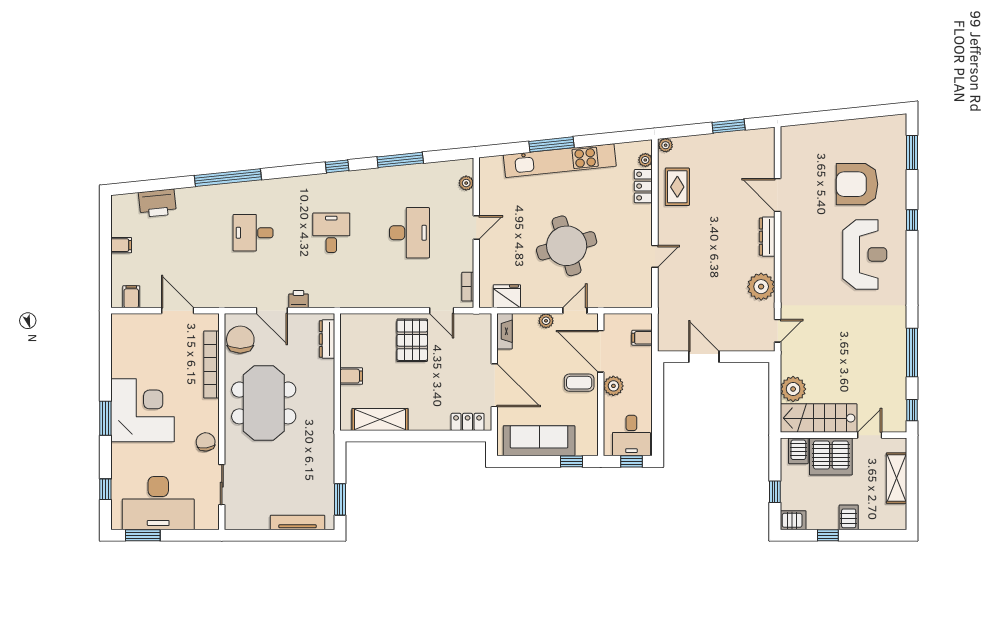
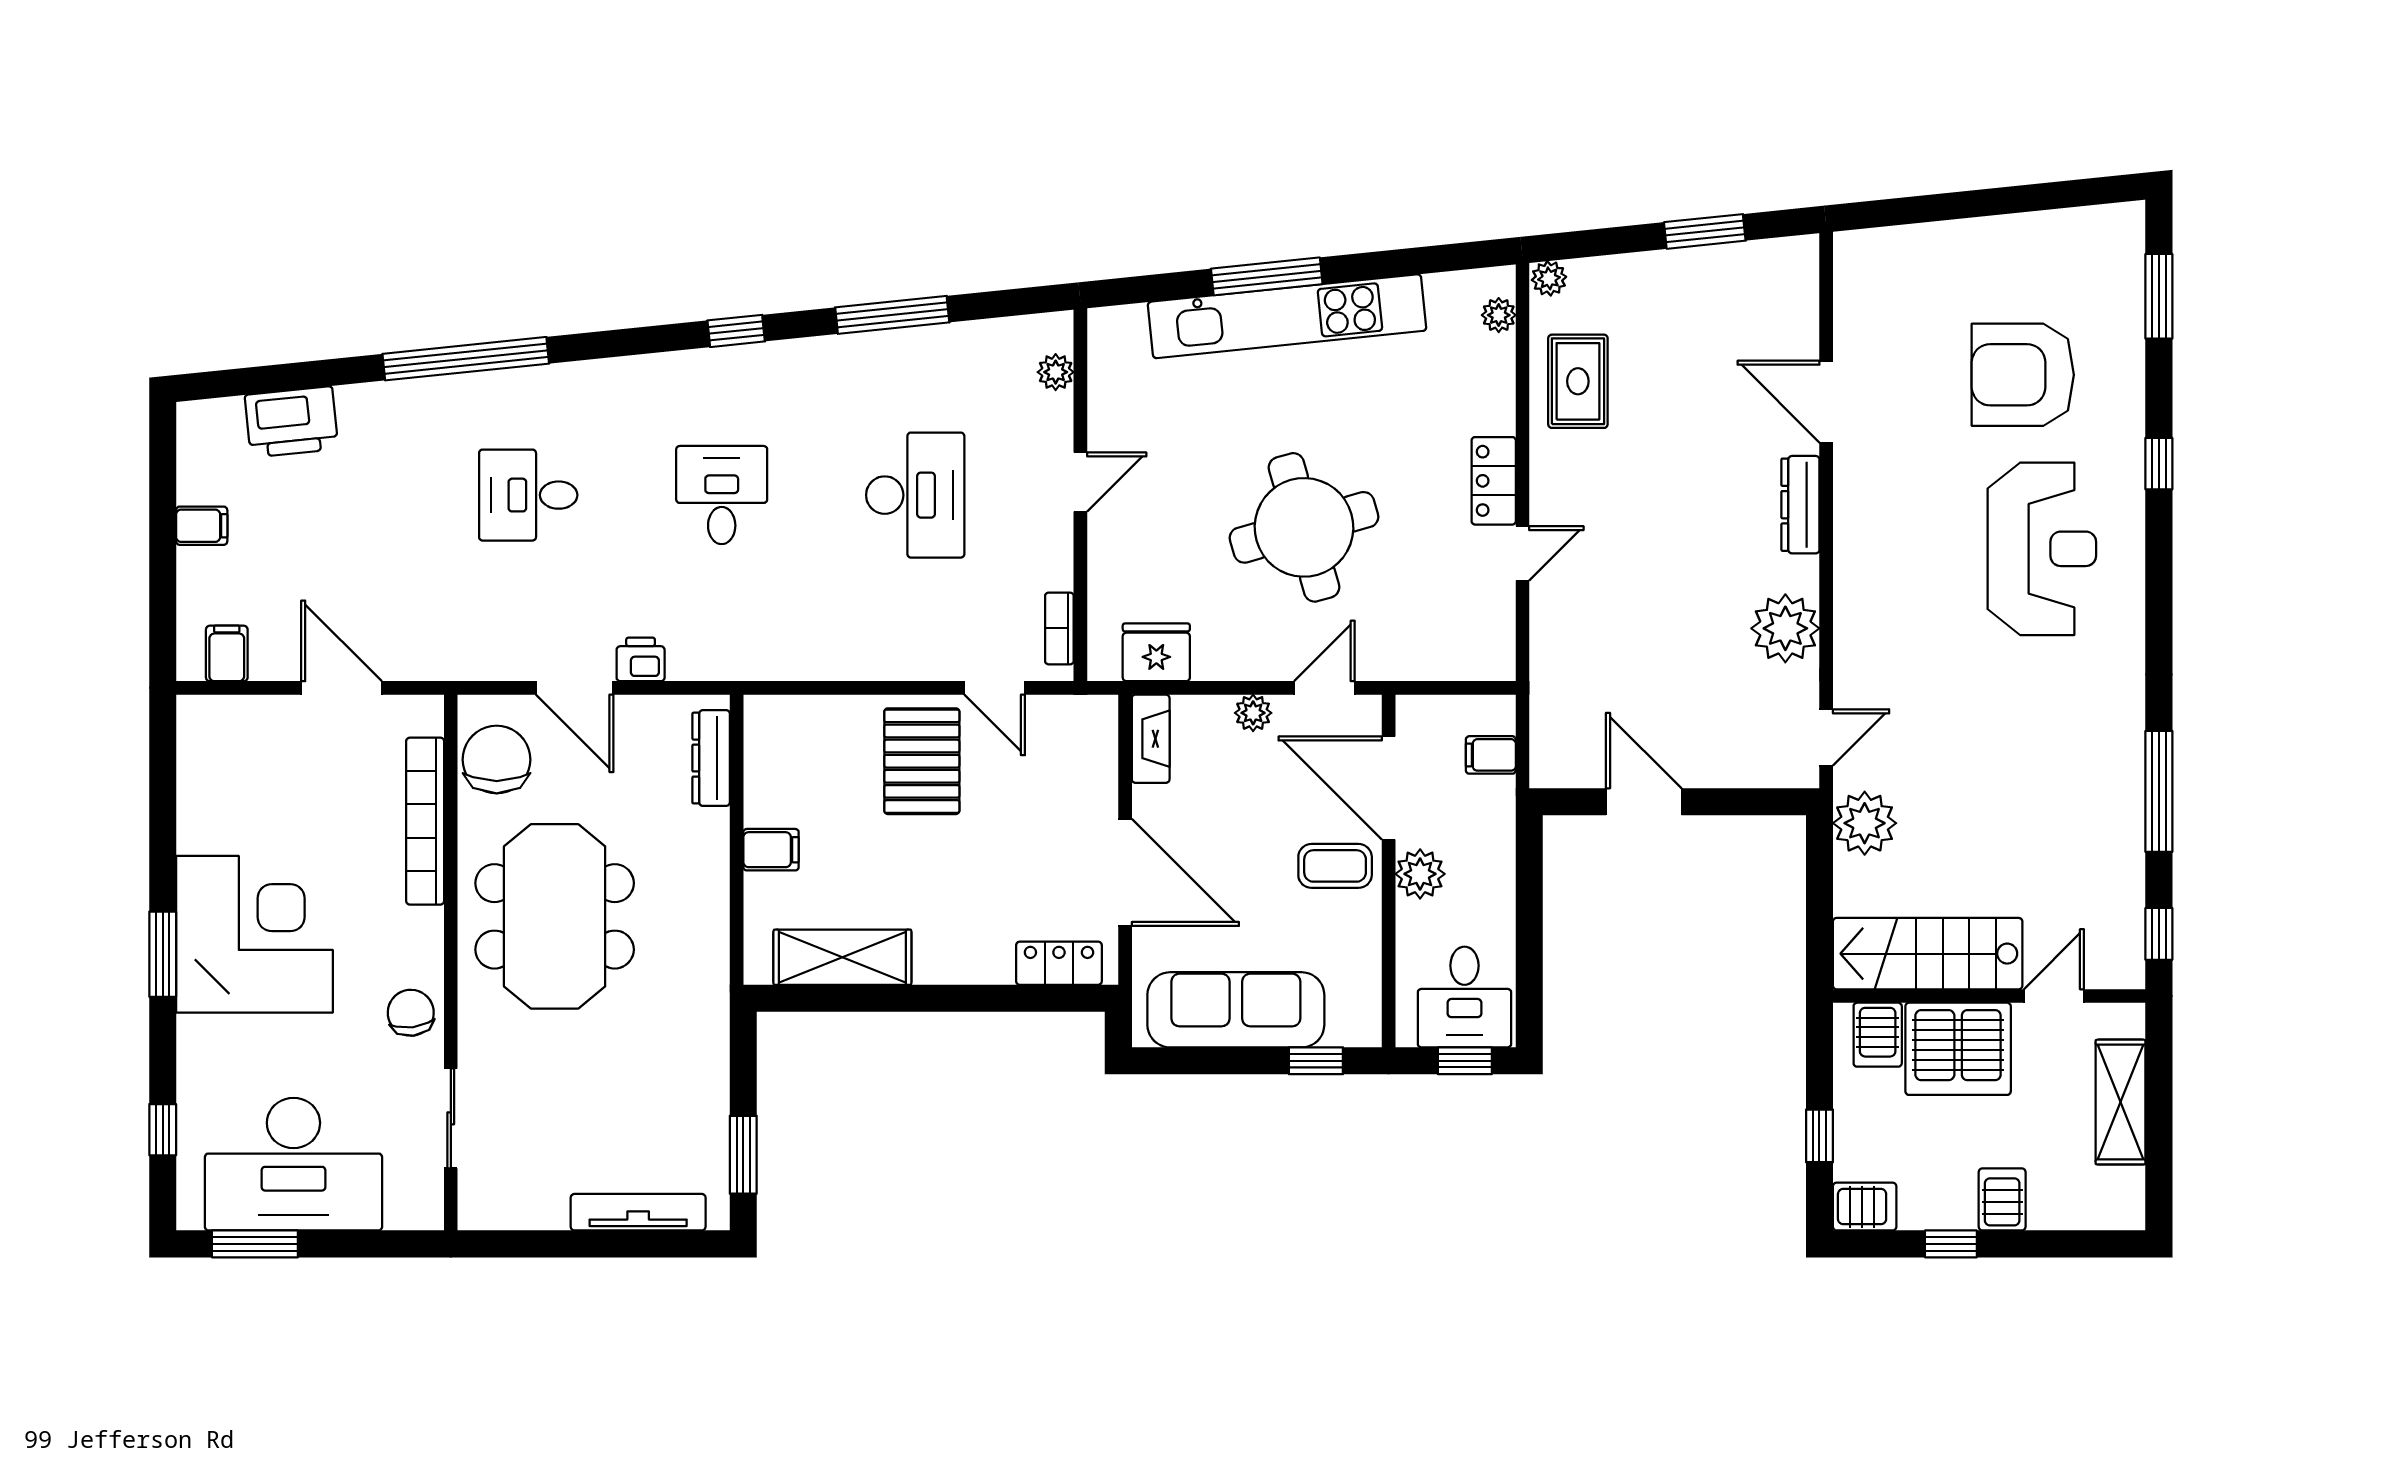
locker: (643, 186) -> (1494, 481), moved
plant: (793, 389) -> (1865, 823), moved

